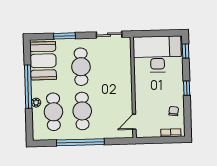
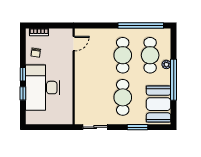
window: (186, 51) -> (23, 93), moved
desk: (157, 54) -> (43, 88), moved, turned 90
window: (80, 142) -> (141, 26), moved

